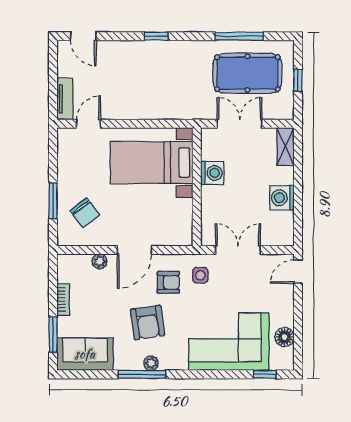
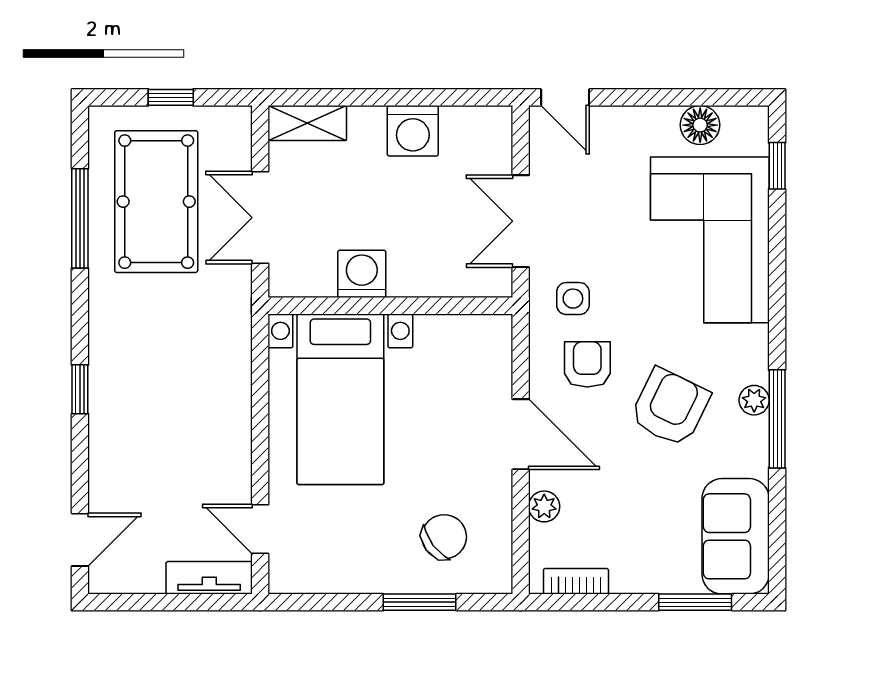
bookcase: (63, 299) -> (576, 581), moved
armchair: (148, 322) -> (670, 407), turned -56

